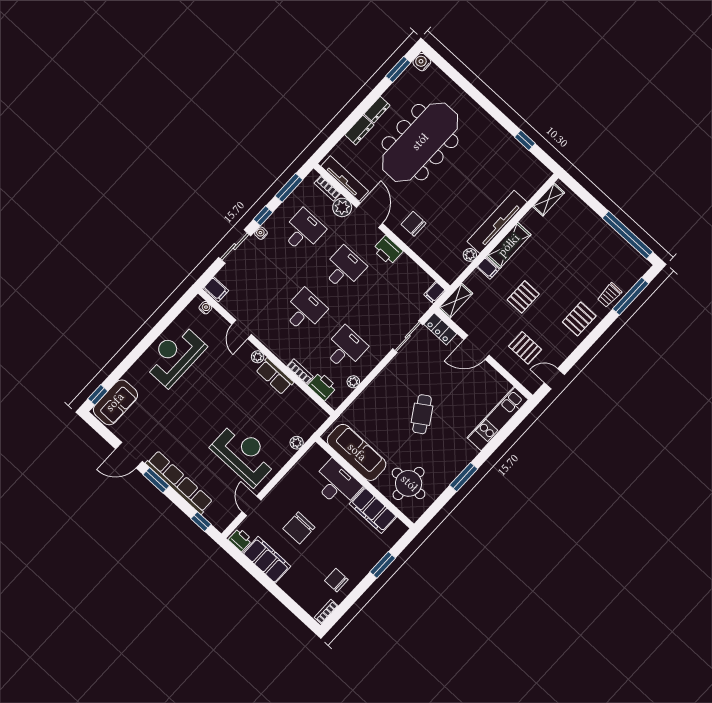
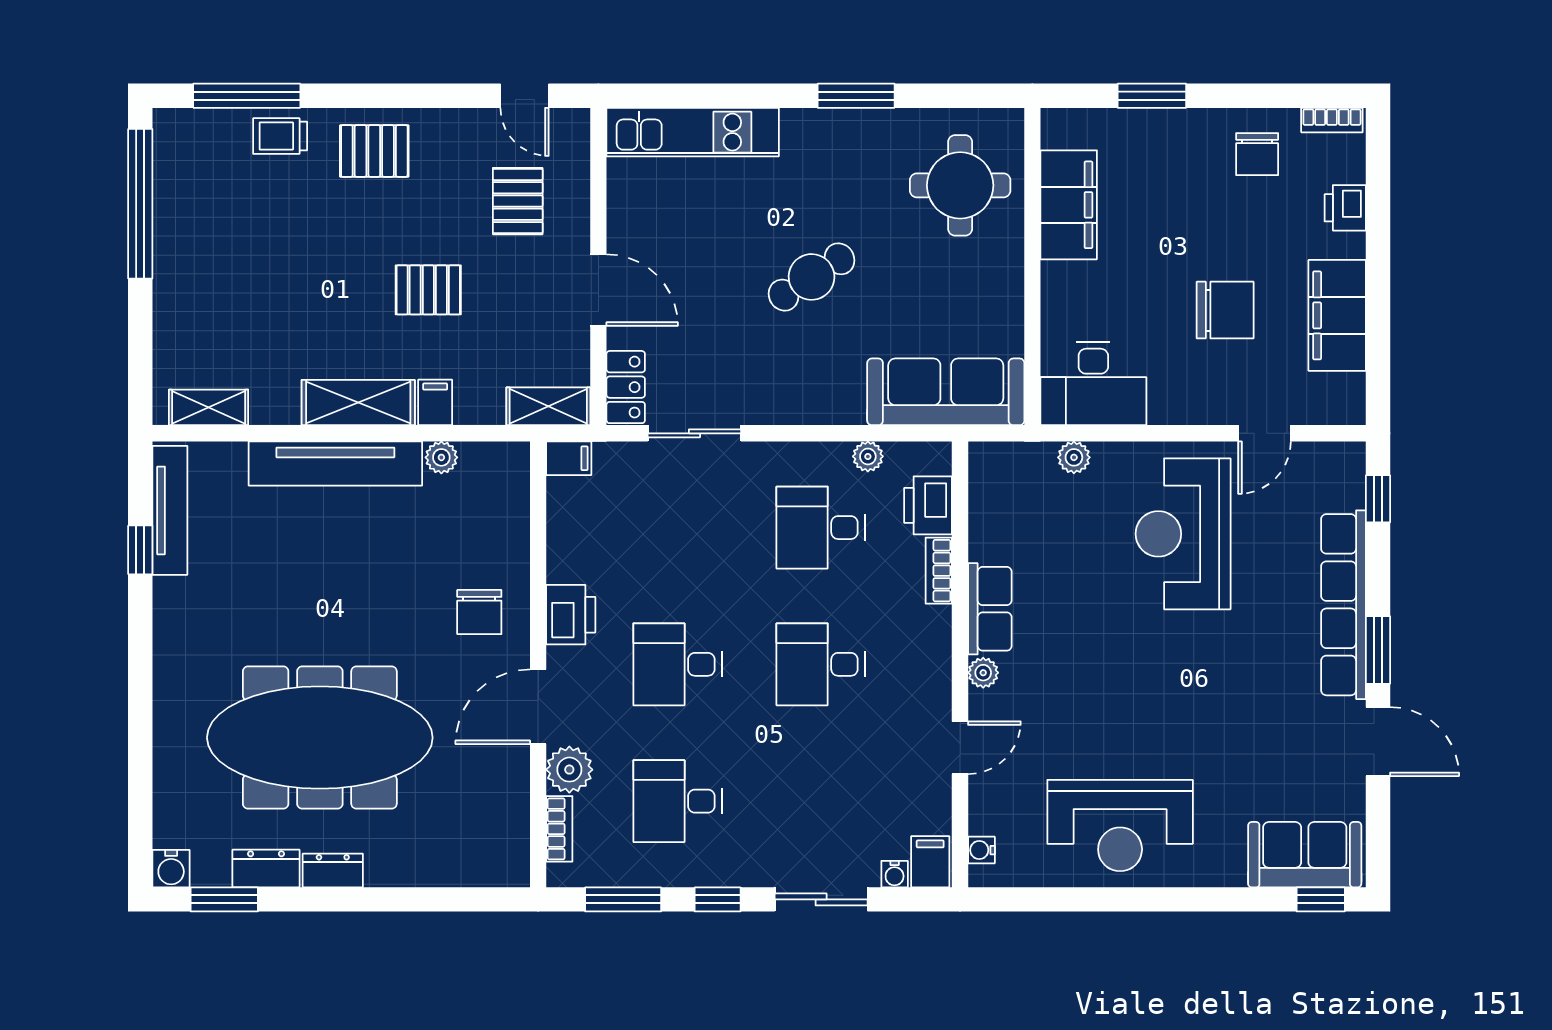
dresser: (359, 130) -> (266, 869), moved
tv unit: (345, 179) -> (170, 510), moved, turned 180
water cooler: (261, 233) -> (895, 874), moved
trolley: (609, 295) -> (280, 136), turned 180
sofa: (357, 452) -> (946, 392), moved, turned 90
desk: (337, 484) -> (1093, 384), moved, turned -90
printer: (240, 540) -> (1345, 208), moved

